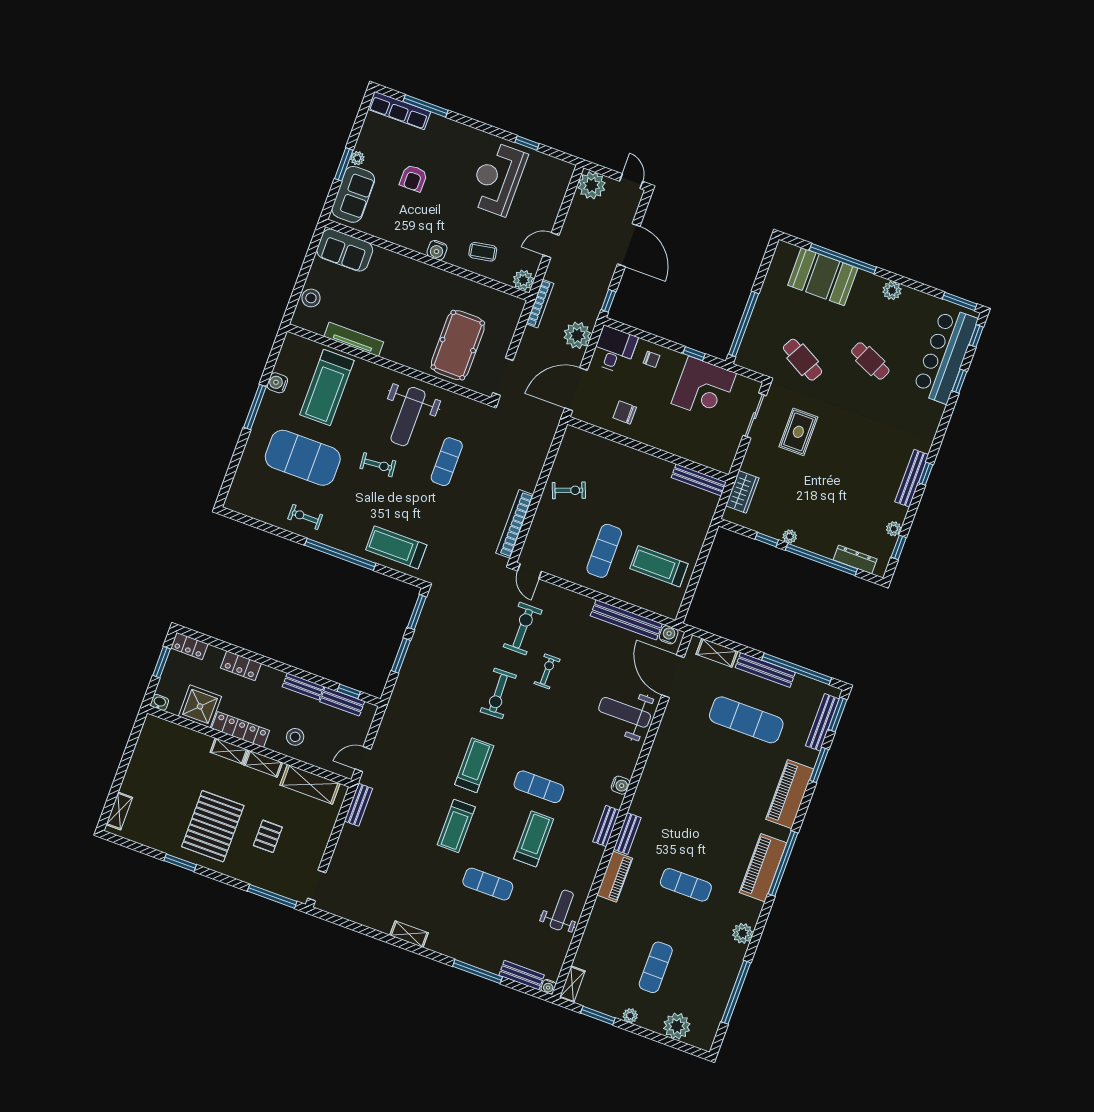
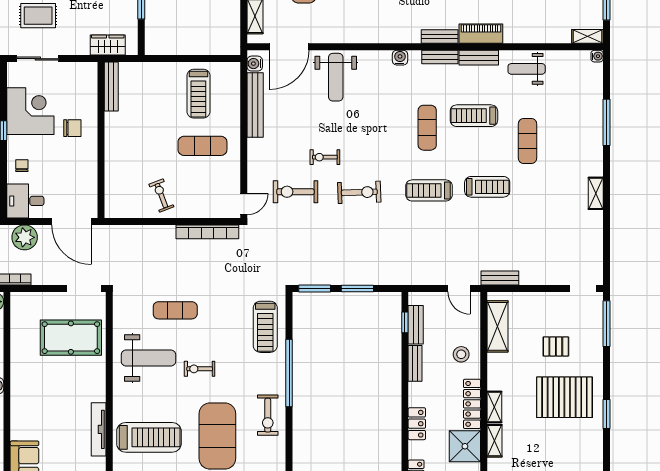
chair: (625, 413) -> (72, 128), moved, turned -90
exercise bike: (378, 465) -> (200, 369), turned -85
exercise bike: (305, 517) -> (268, 415), width x1.38, depth x1.39
shelving: (263, 764) -> (495, 441), moved
bench: (522, 975) -> (479, 58), moved, turned 90

